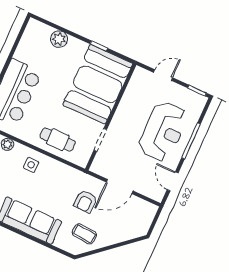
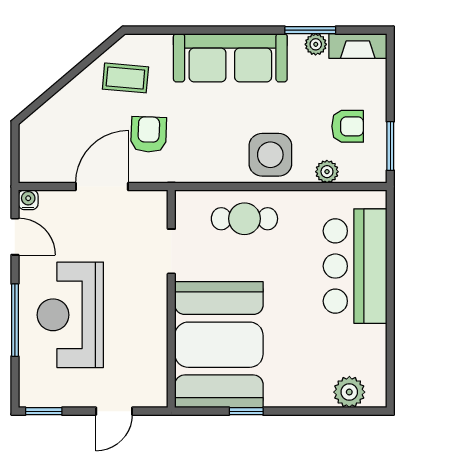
plant: (59, 39) -> (349, 392), moved
side table: (31, 165) -> (270, 155), width x1.87, depth x1.87
water cooler: (158, 196) -> (28, 200), added

